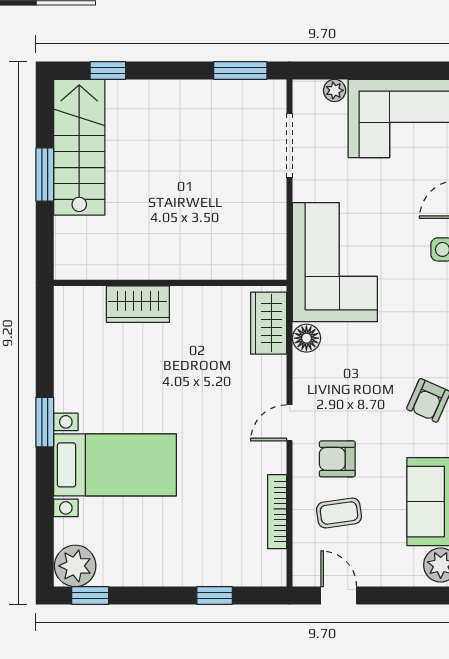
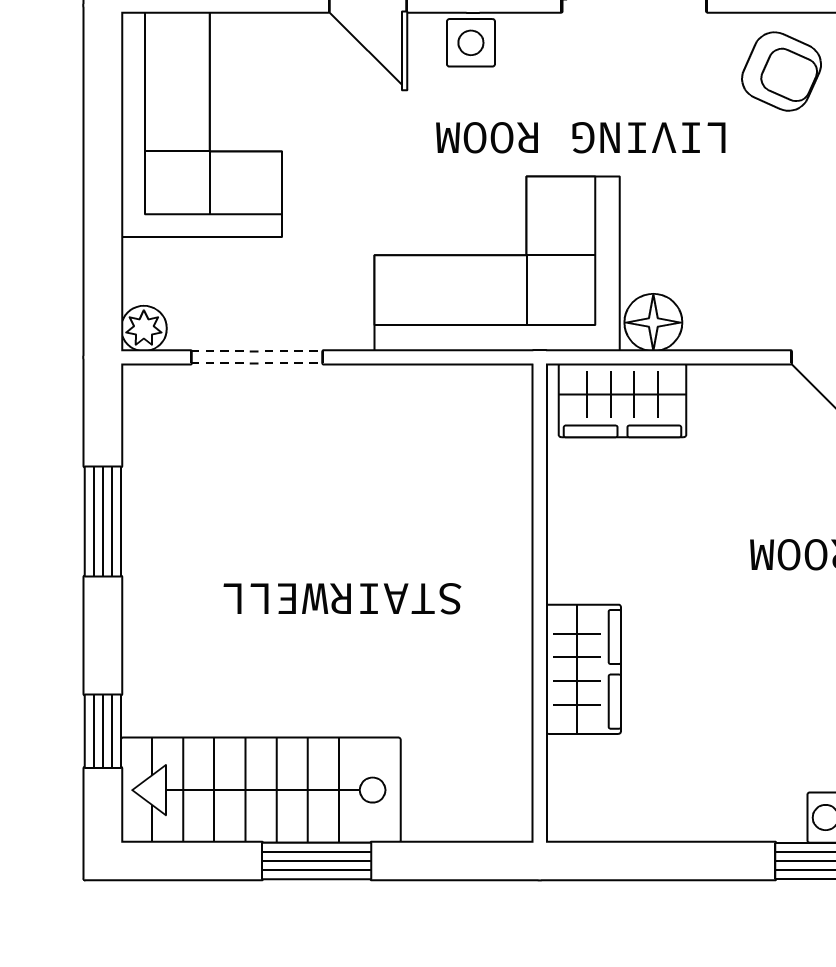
window: (240, 71) -> (103, 522), moved
plant: (335, 90) -> (144, 328), moved

